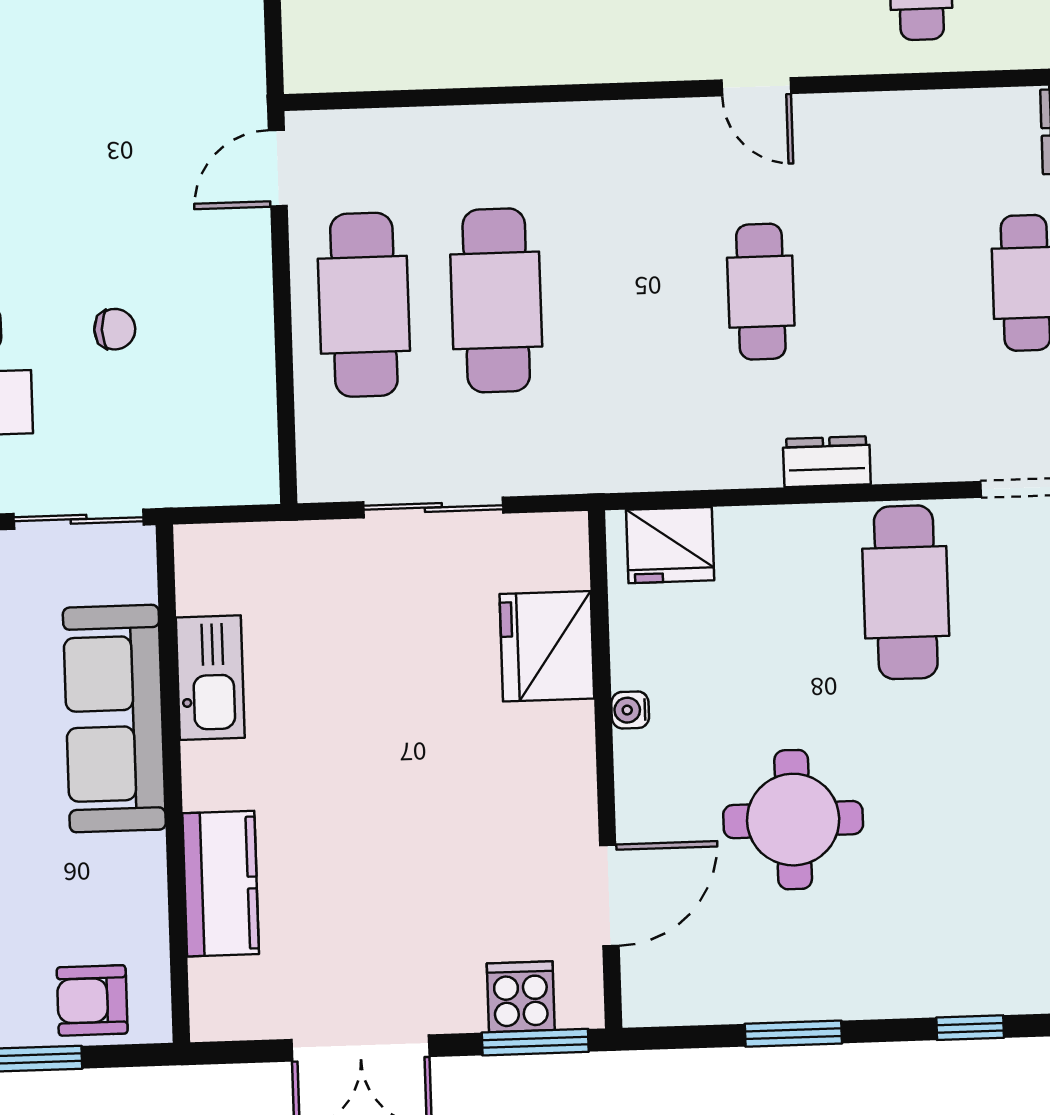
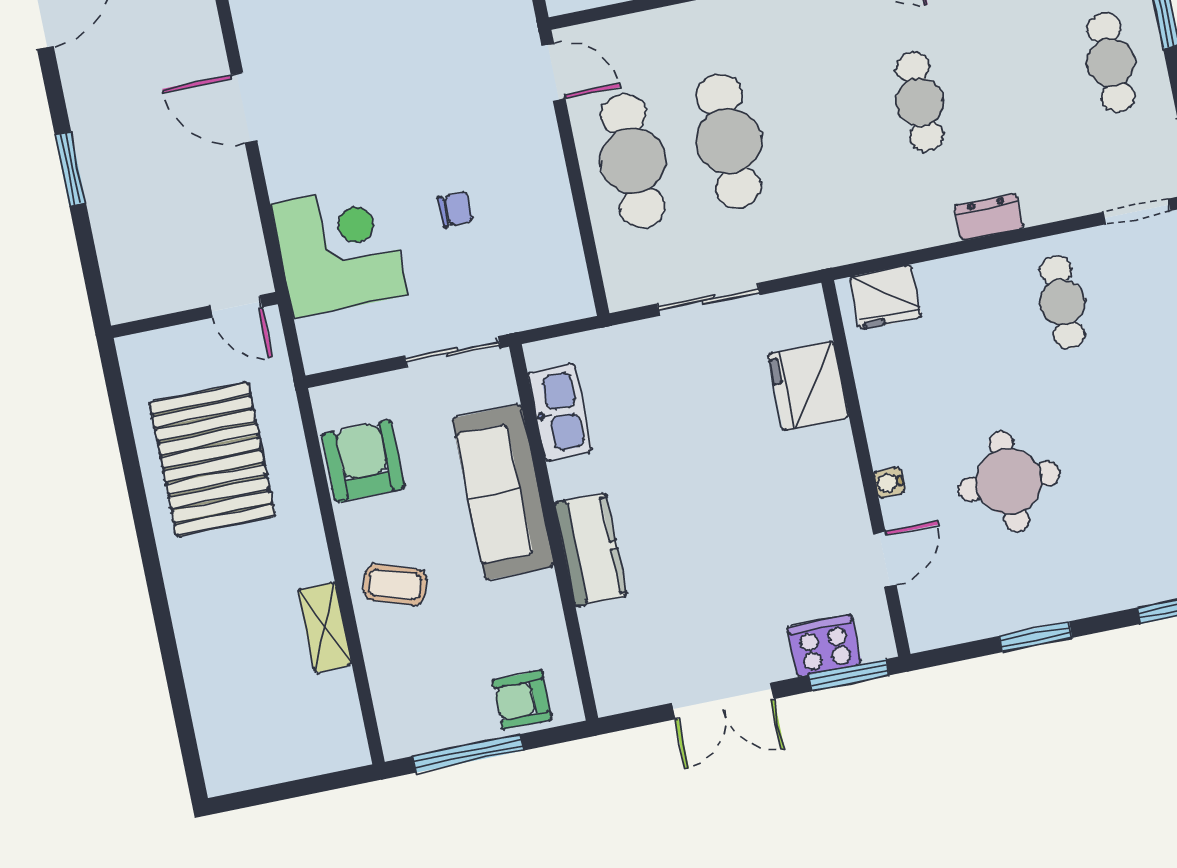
door: (278, 168) -> (553, 72), swing flipped
cafe table: (906, 592) -> (1062, 302), width x0.73, depth x0.74
kitchen sink: (210, 678) -> (560, 412), moved
water cooler: (630, 710) -> (889, 482), moved
kitchen counter: (221, 884) -> (591, 550), moved
door: (609, 895) -> (885, 559), width x0.73
cooker: (521, 997) -> (824, 646), width x1.36

